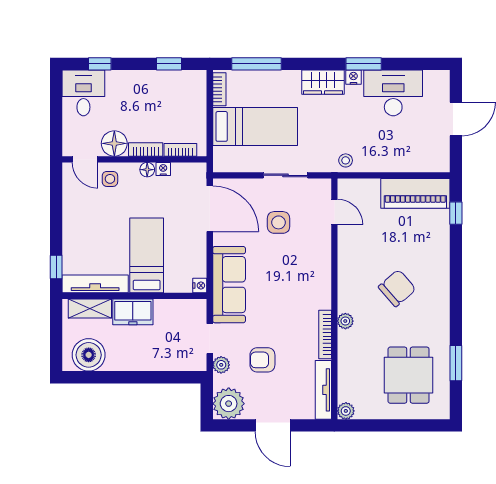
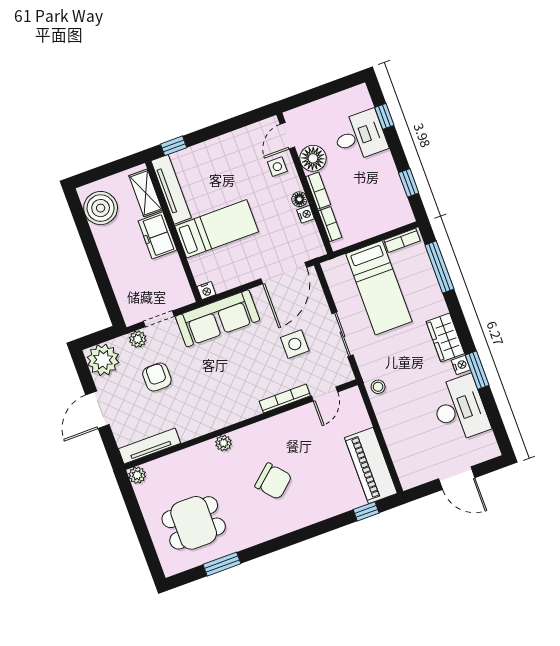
desk: (83, 93) -> (360, 136), moved
bookcase: (325, 334) -> (285, 398), moved

